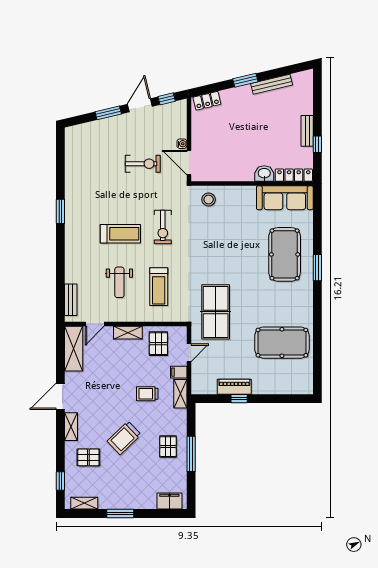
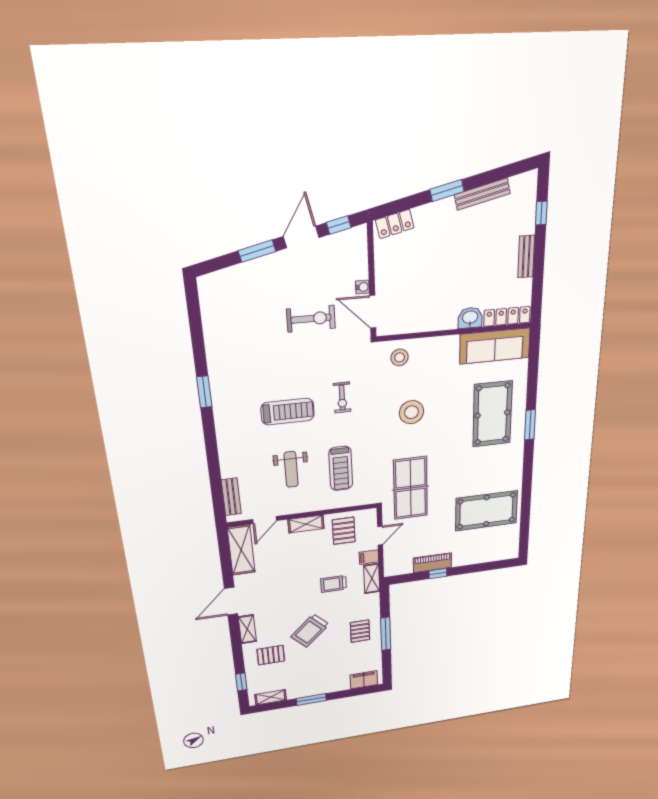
window: (317, 144) -> (541, 213), moved
exercise bike: (163, 227) -> (342, 398), width x0.73, depth x0.72
stool: (217, 245) -> (411, 412), added

